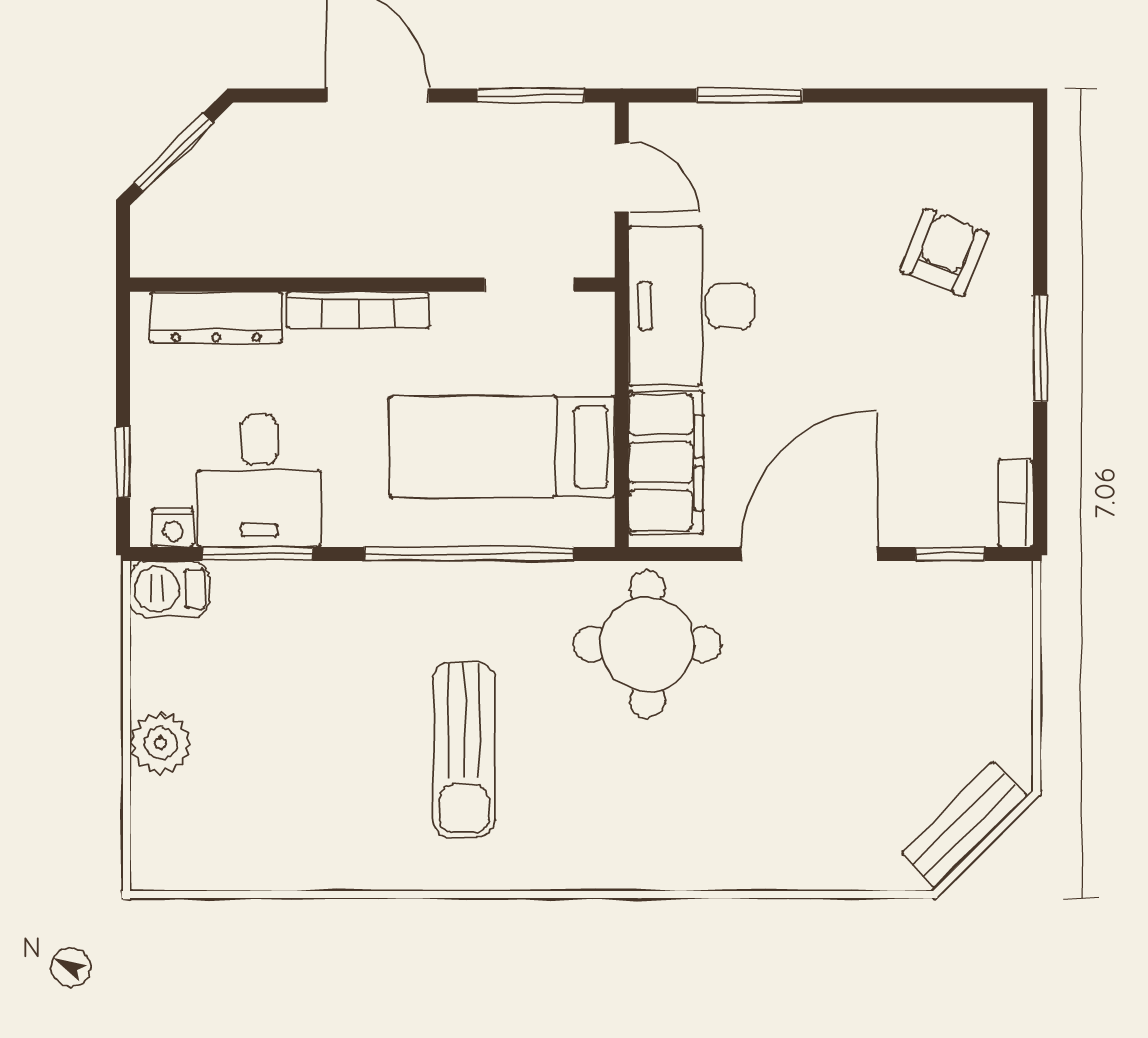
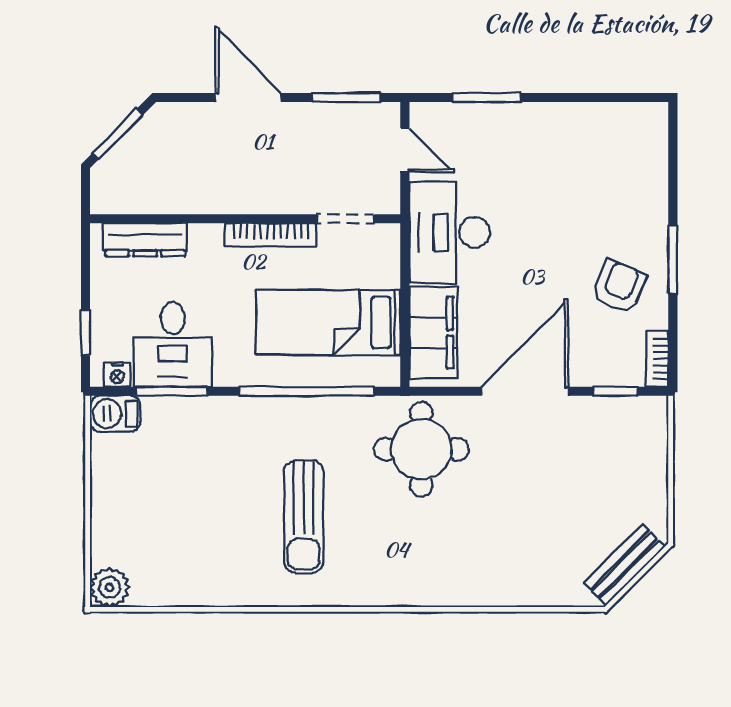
armchair: (944, 252) -> (619, 287), moved
bookcase: (358, 310) -> (271, 235), moved
plant: (161, 743) -> (110, 588), moved

